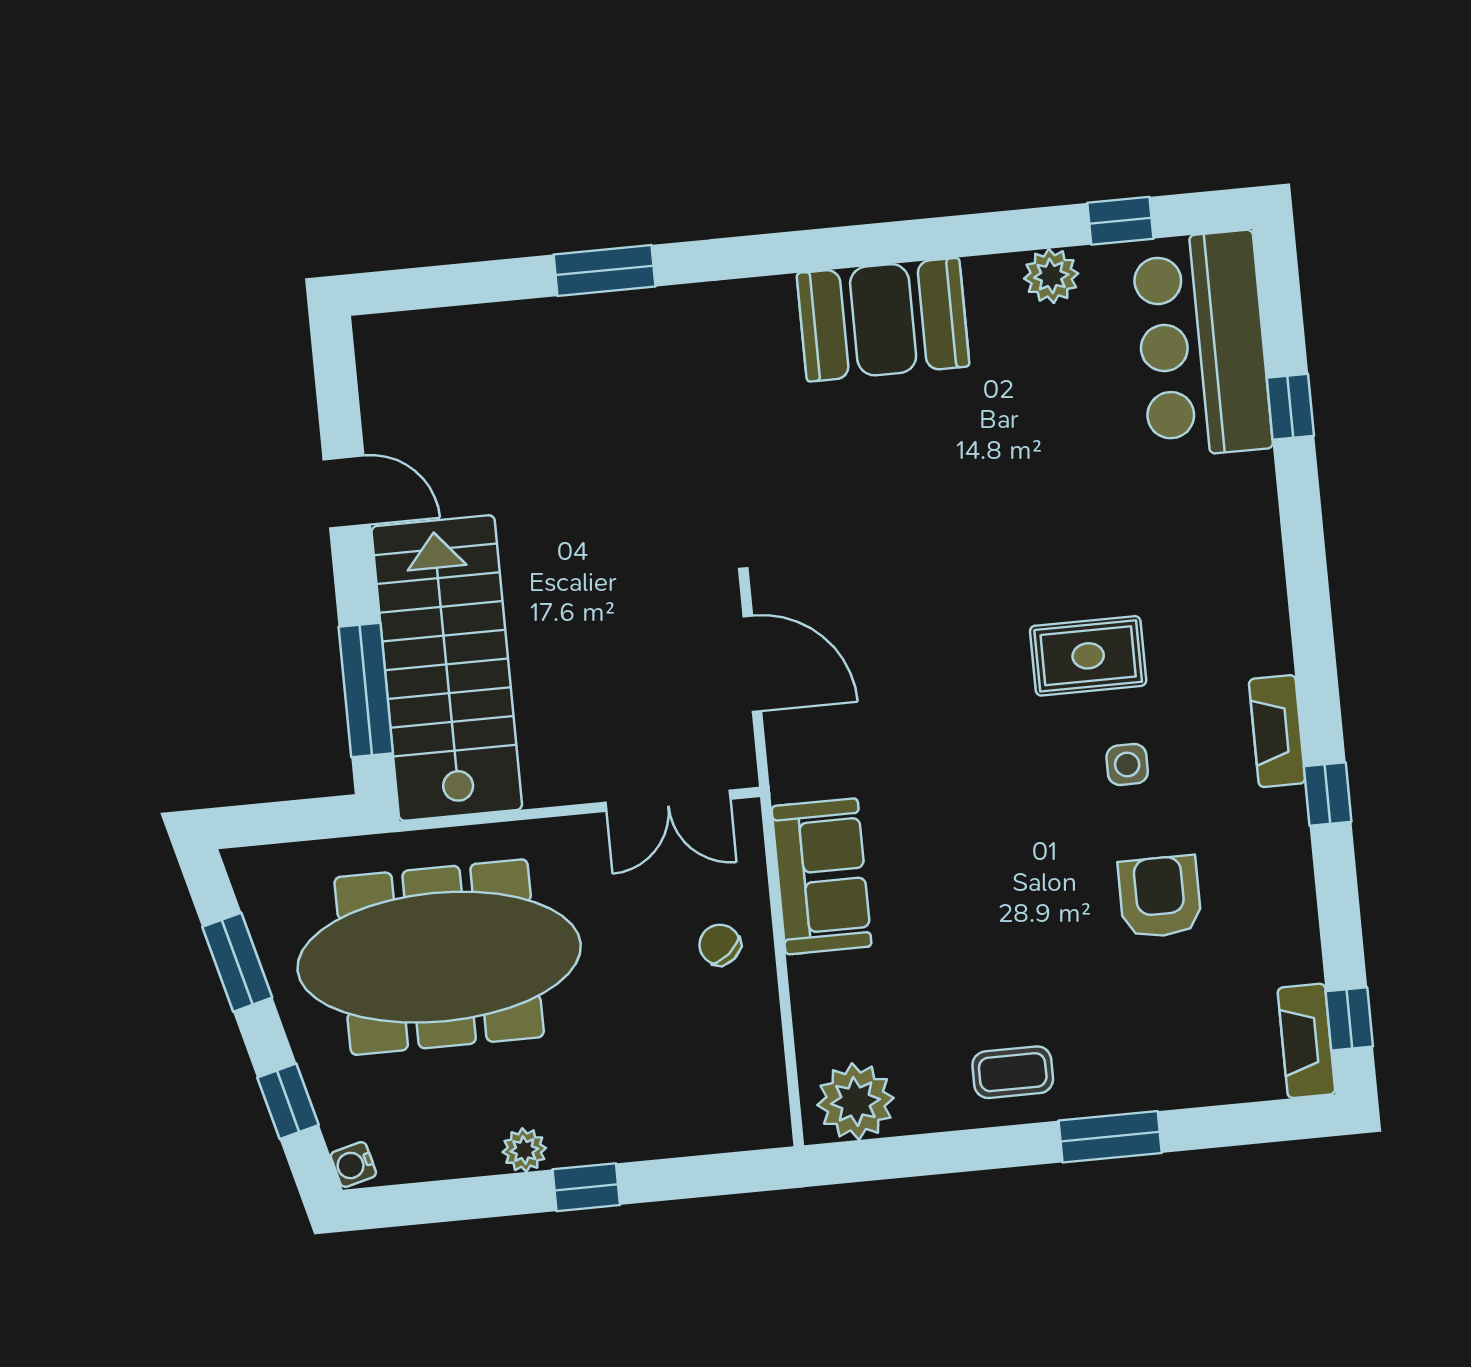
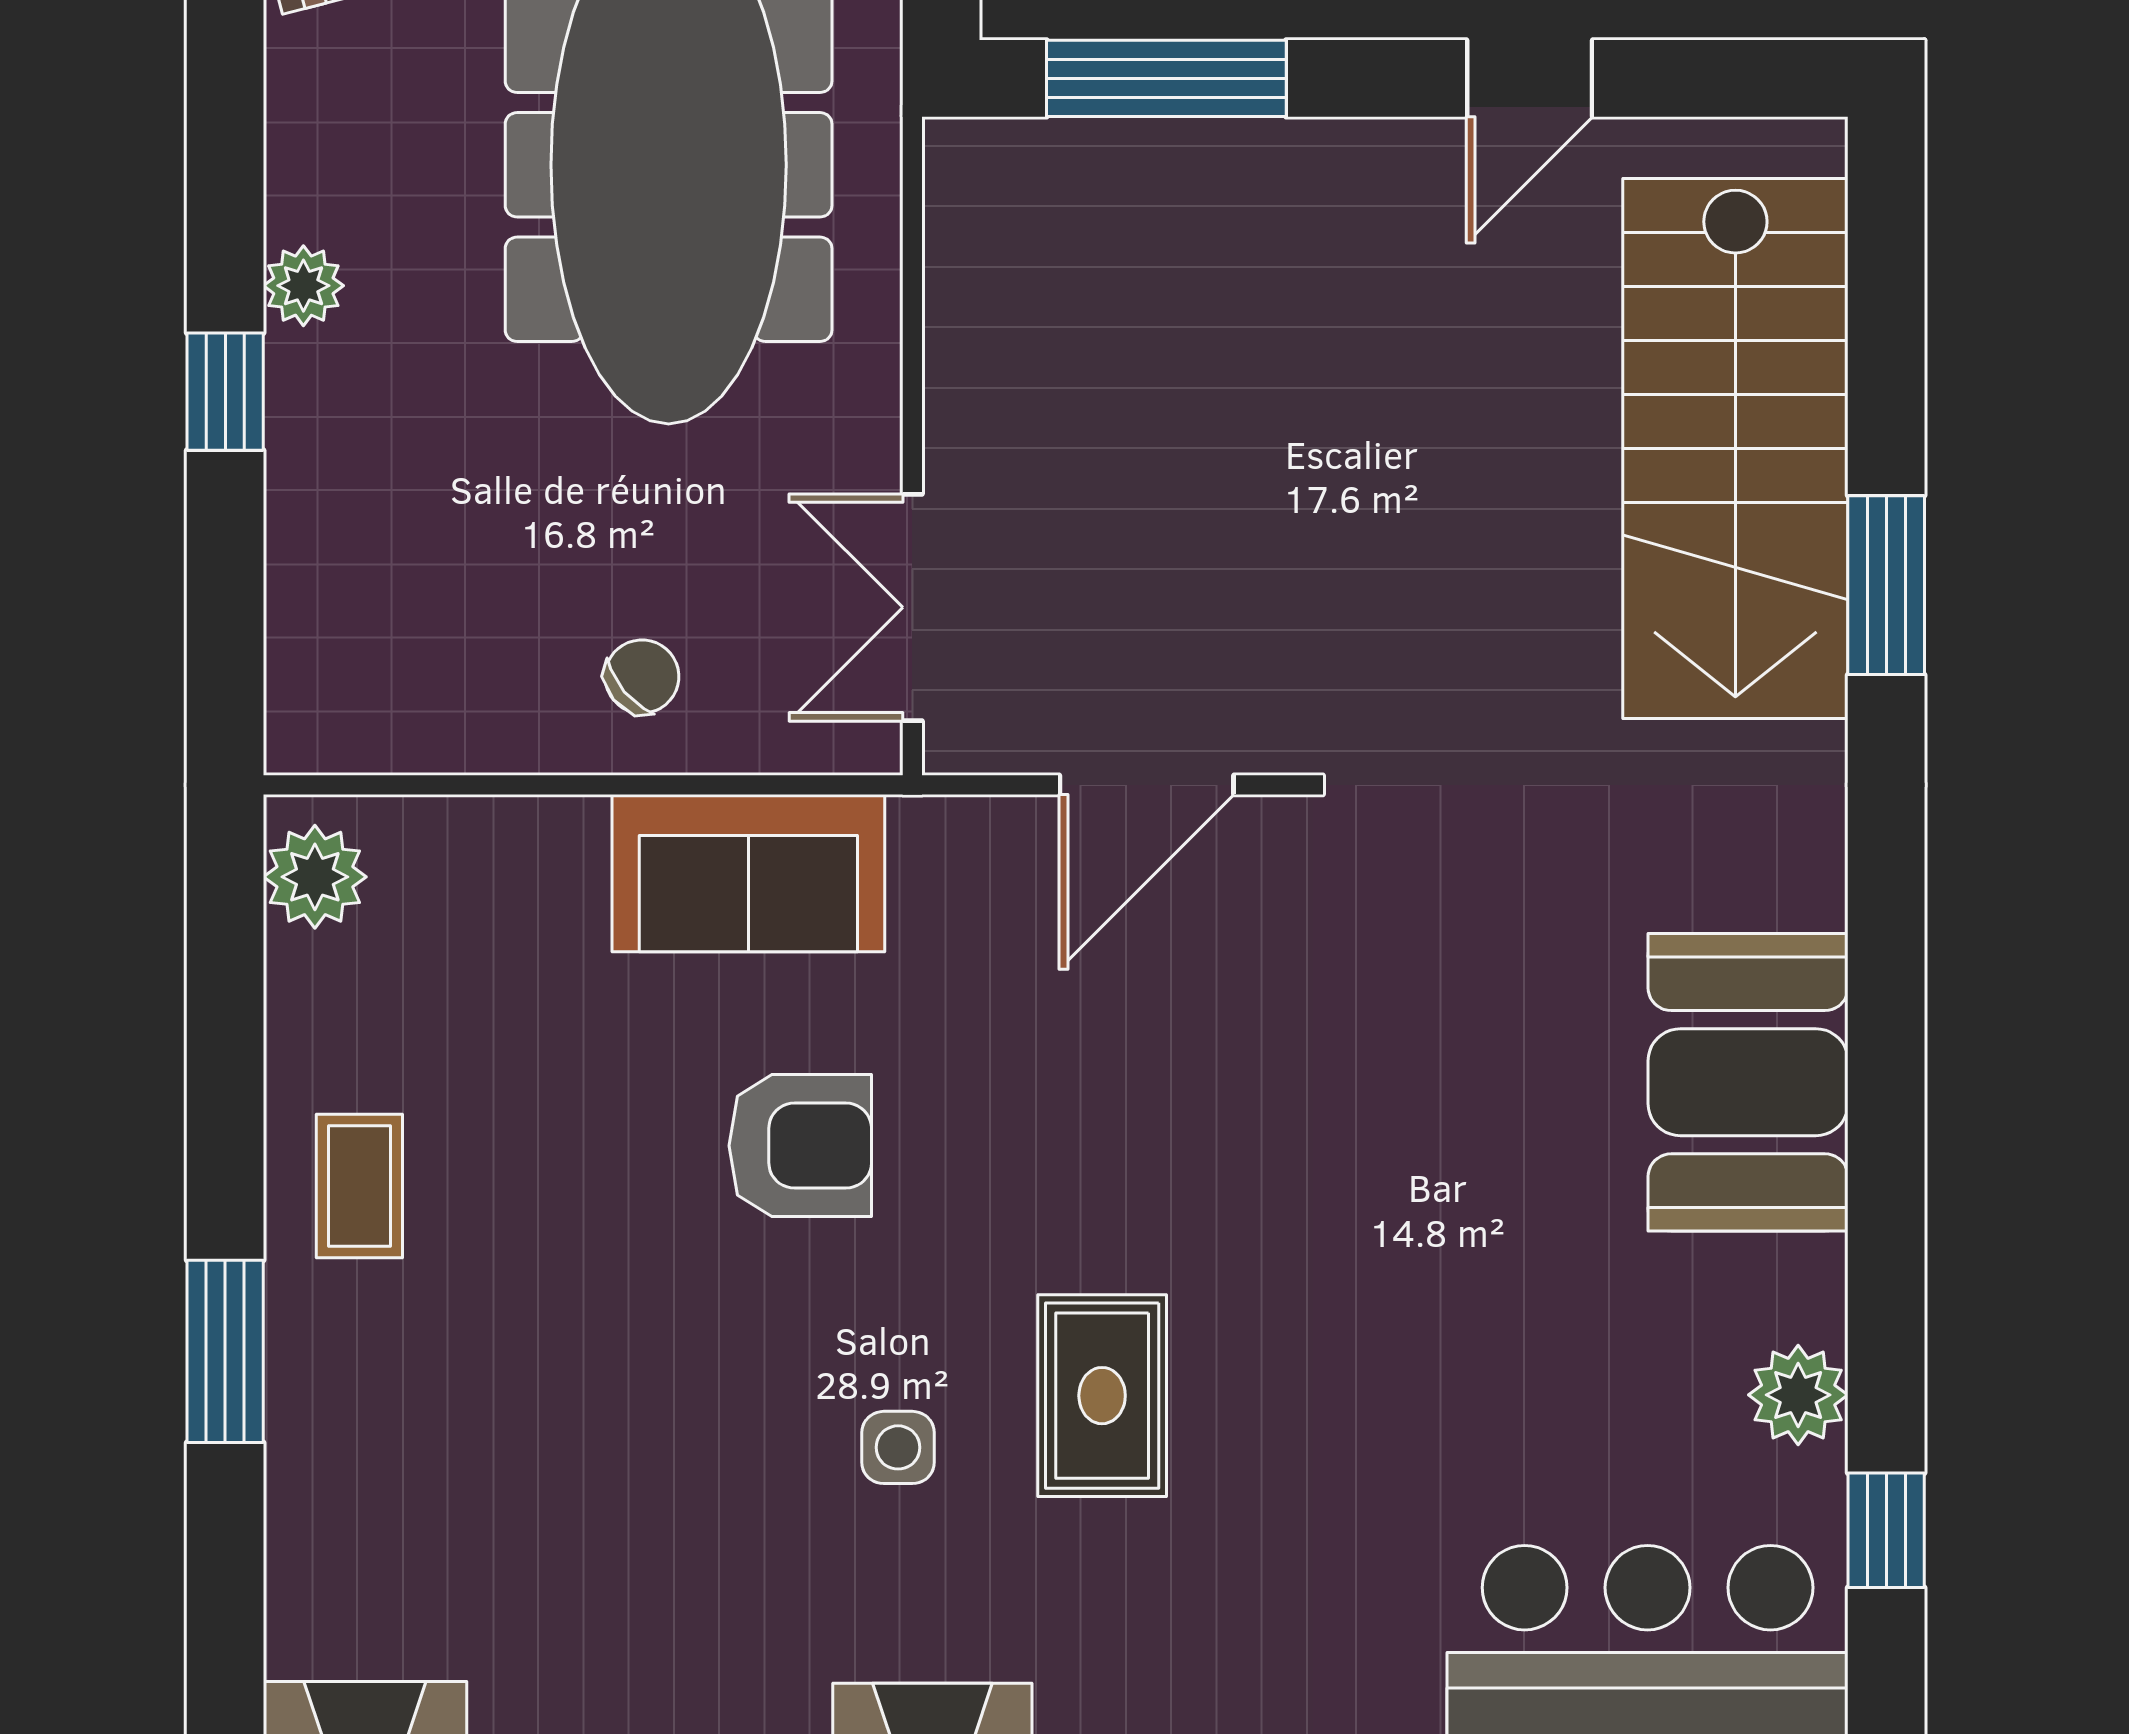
stairs: (447, 668) -> (1735, 448), moved, turned 90
armchair: (1160, 897) -> (800, 1146), moved
plant: (856, 1102) -> (315, 877), width x0.73, depth x0.73

